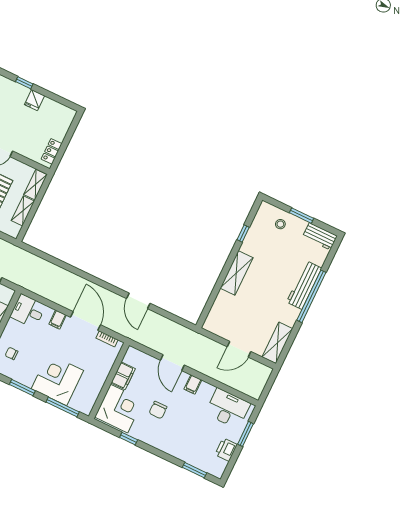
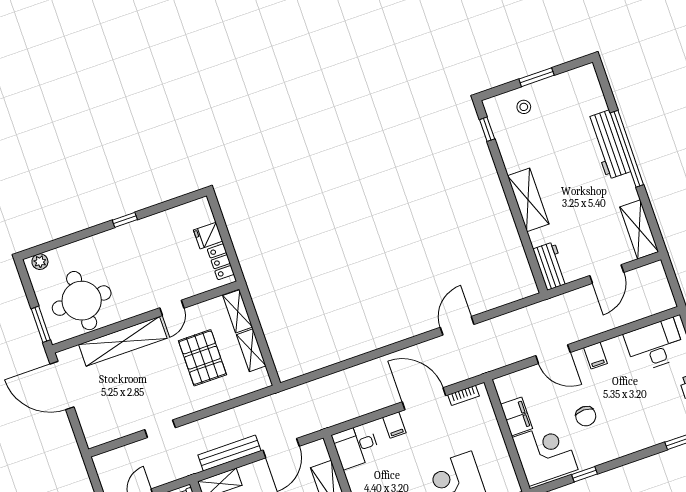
fridge: (34, 100) -> (208, 236), moved, turned 90
window: (243, 233) -> (487, 129), moved
workbench: (320, 236) -> (551, 266), moved, turned -90
door: (138, 301) -> (457, 326), swing flipped

